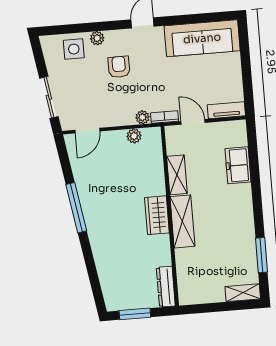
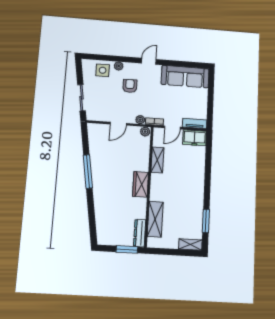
door: (193, 122) -> (172, 128), swing flipped
door: (87, 131) -> (118, 124), moved
plant: (134, 136) -> (145, 132), moved
freezer: (238, 165) -> (195, 138), moved, turned -90
shelving: (182, 221) -> (155, 219), moved
window: (135, 314) -> (127, 249), moved

